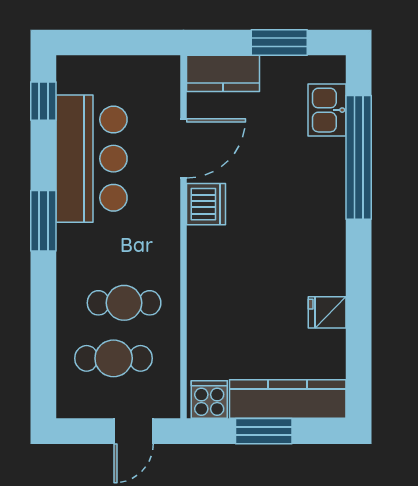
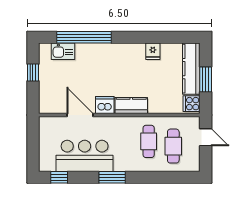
window: (279, 42) -> (33, 72), width x0.67
kitchen counter: (223, 73) -> (131, 106), moved, turned -90

